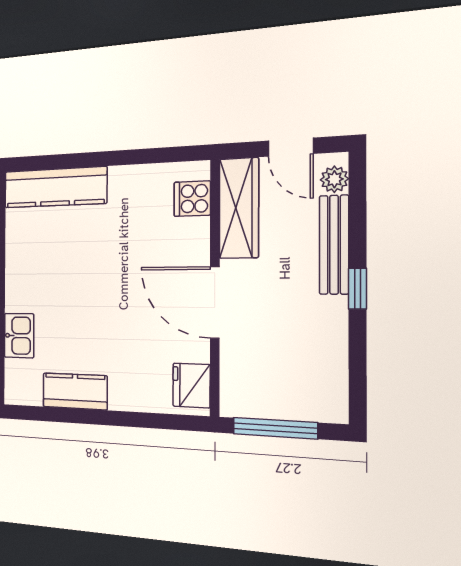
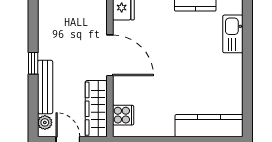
kitchen sink: (19, 336) -> (233, 34), width x1.38

